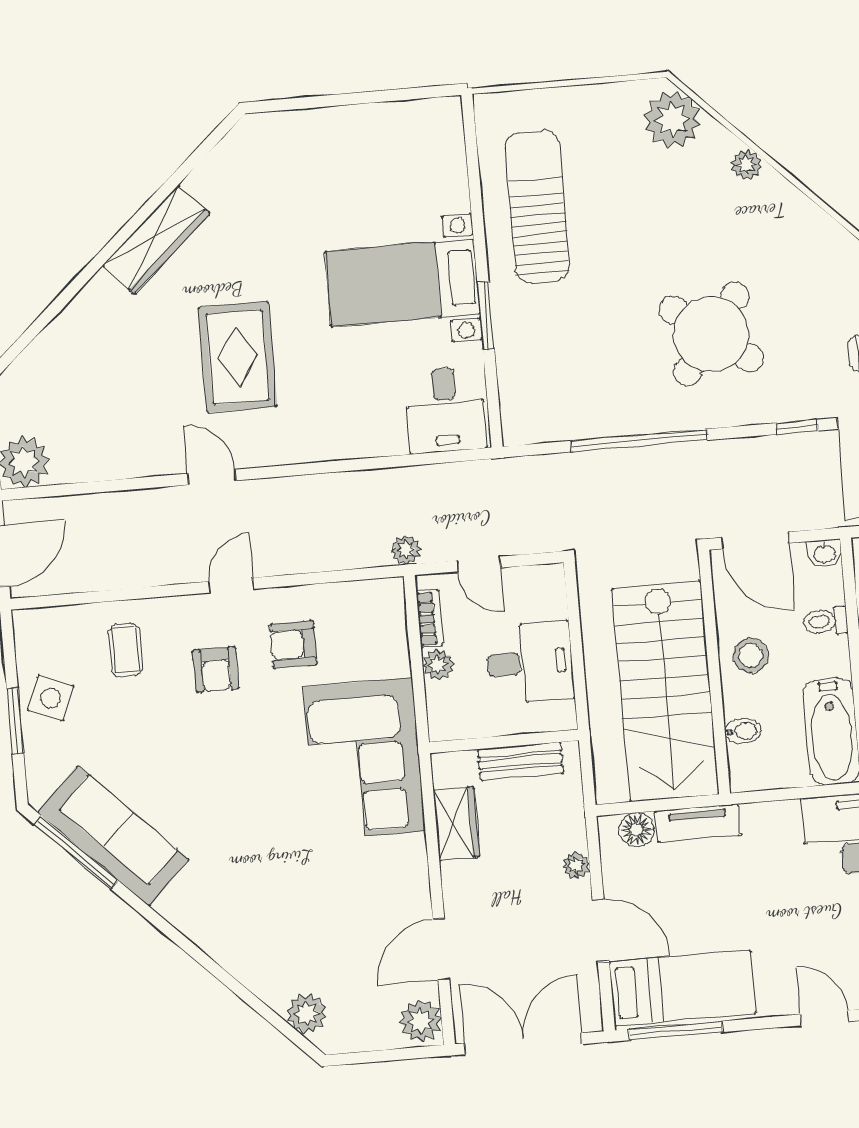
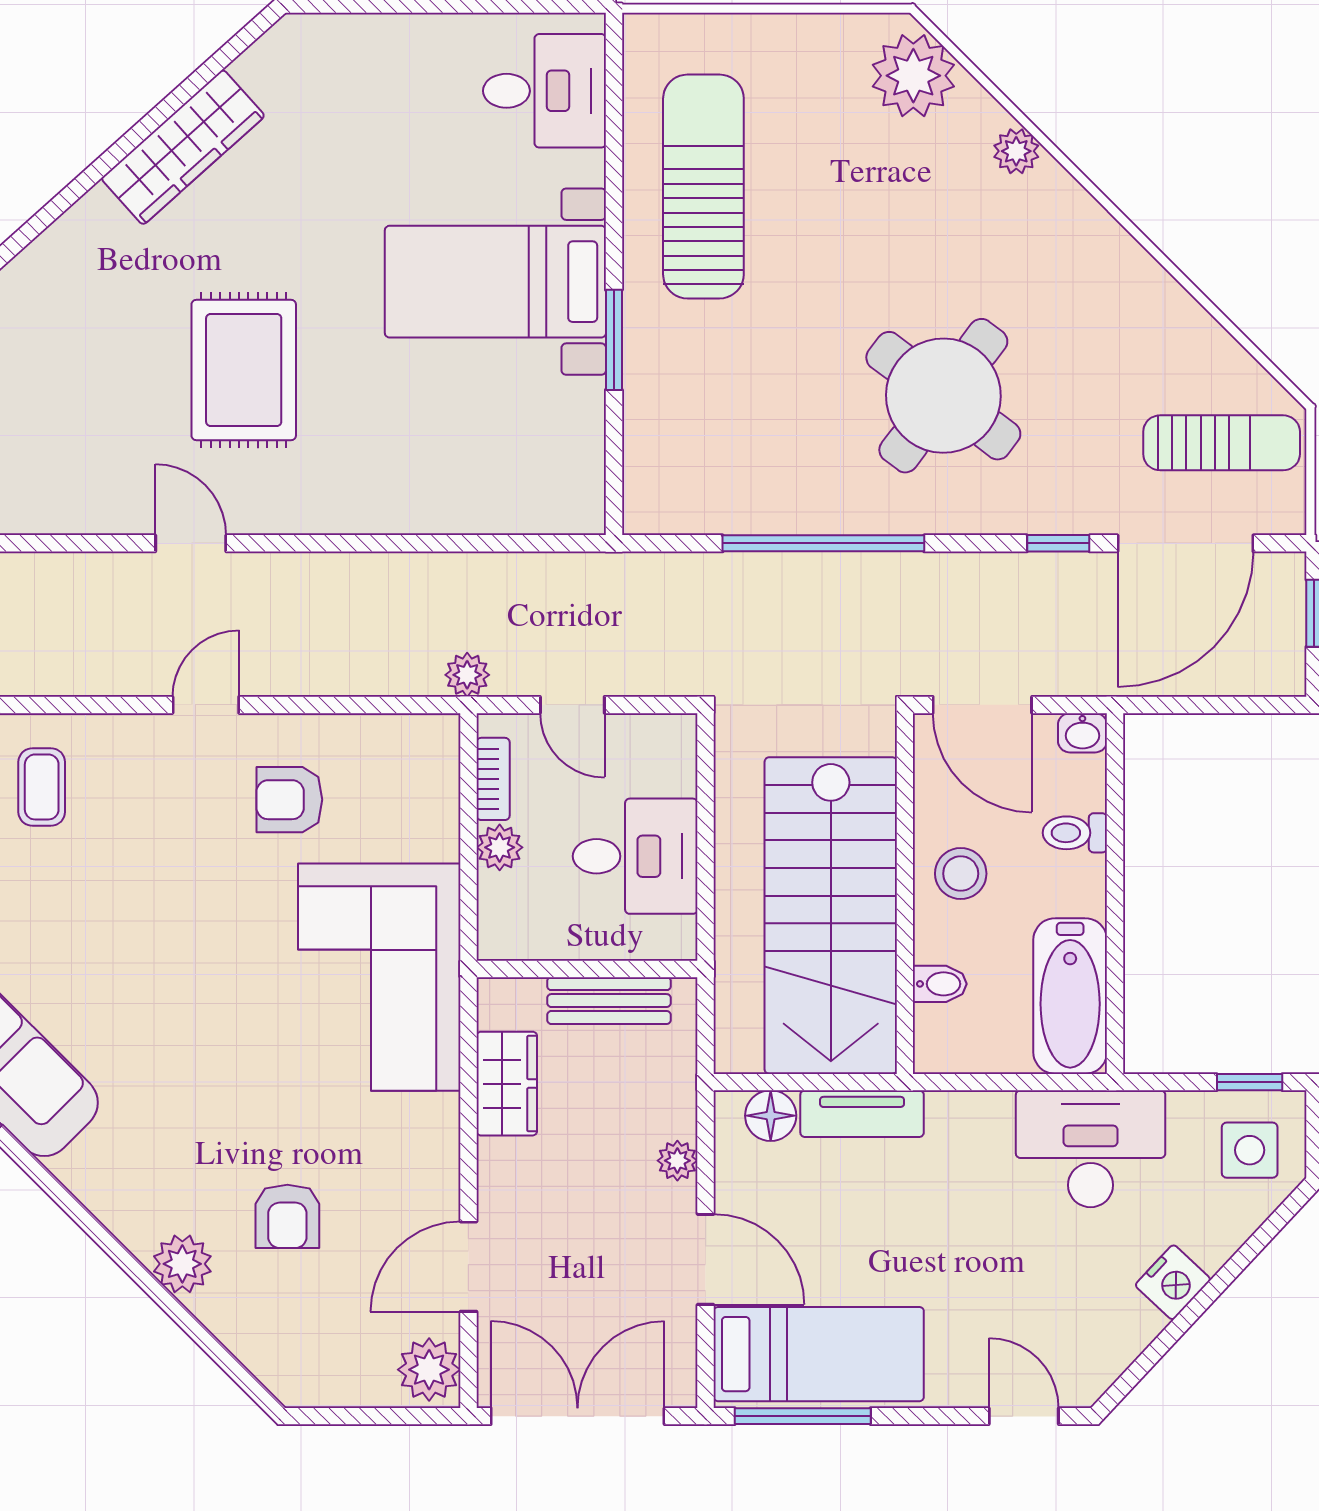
wardrobe: (156, 239) -> (183, 147), moved
desk: (445, 410) -> (545, 91), moved, turned -90
armchair: (216, 670) -> (287, 1216), moved
plant: (307, 1013) -> (182, 1264), moved

